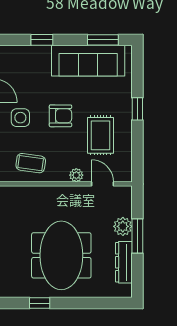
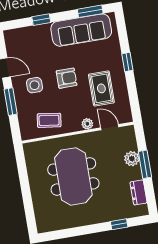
meeting table: (61, 255) -> (73, 176), moved
dresser: (124, 262) -> (139, 192), width x0.70
window: (40, 303) -> (119, 224), moved

